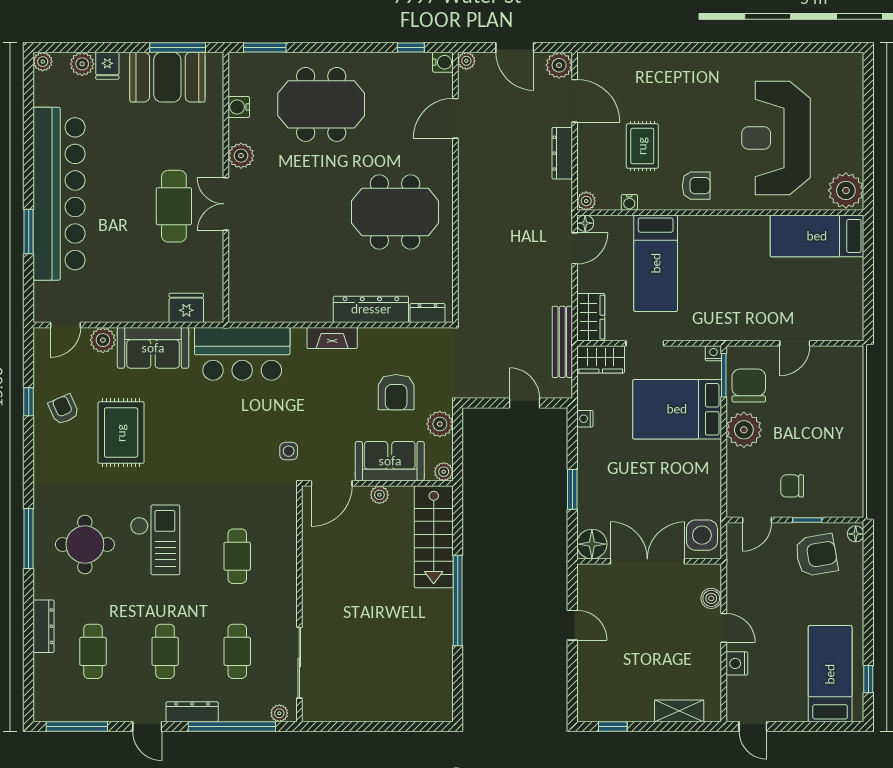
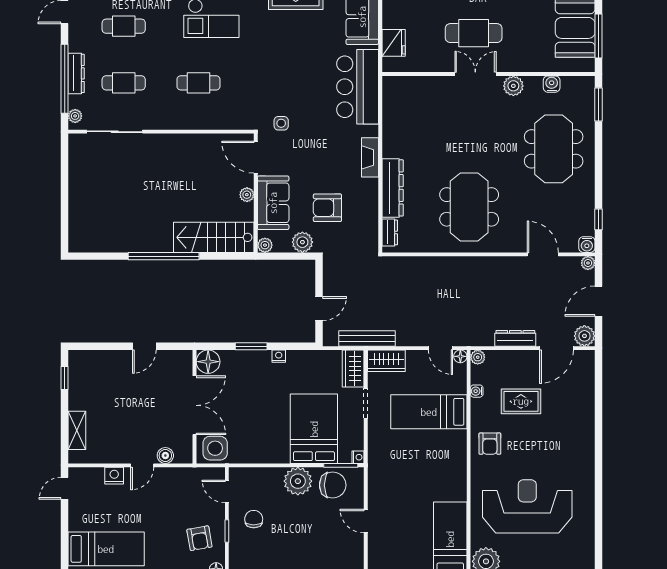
nightstand: (585, 419) -> (279, 356), moved
armchair: (816, 555) -> (199, 538), width x0.72, depth x0.72
dresser: (192, 712) -> (76, 73), moved

